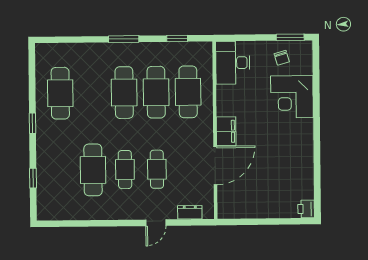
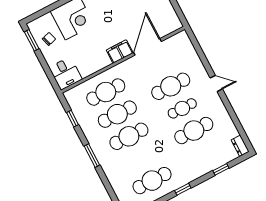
desk: (233, 63) -> (66, 73), width x0.73
door: (215, 166) -> (147, 47), hinge flipped
cafe table: (157, 169) -> (171, 86), width x1.37, depth x1.35
dresser: (190, 212) -> (240, 146), moved
door: (156, 223) -> (216, 83), moved

